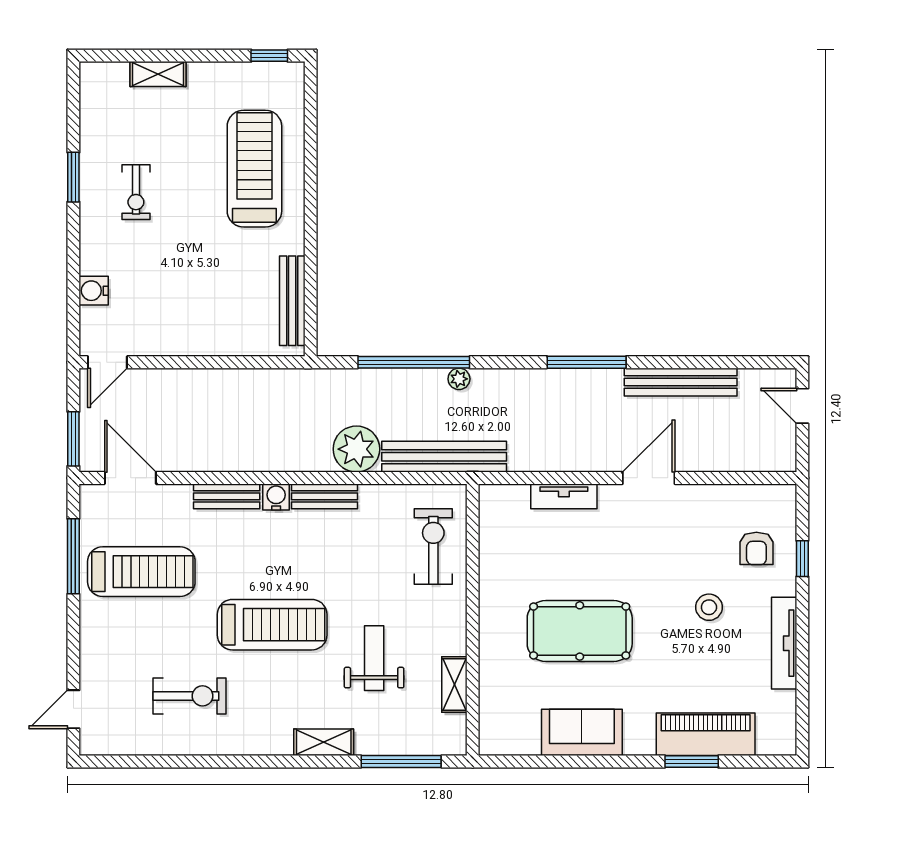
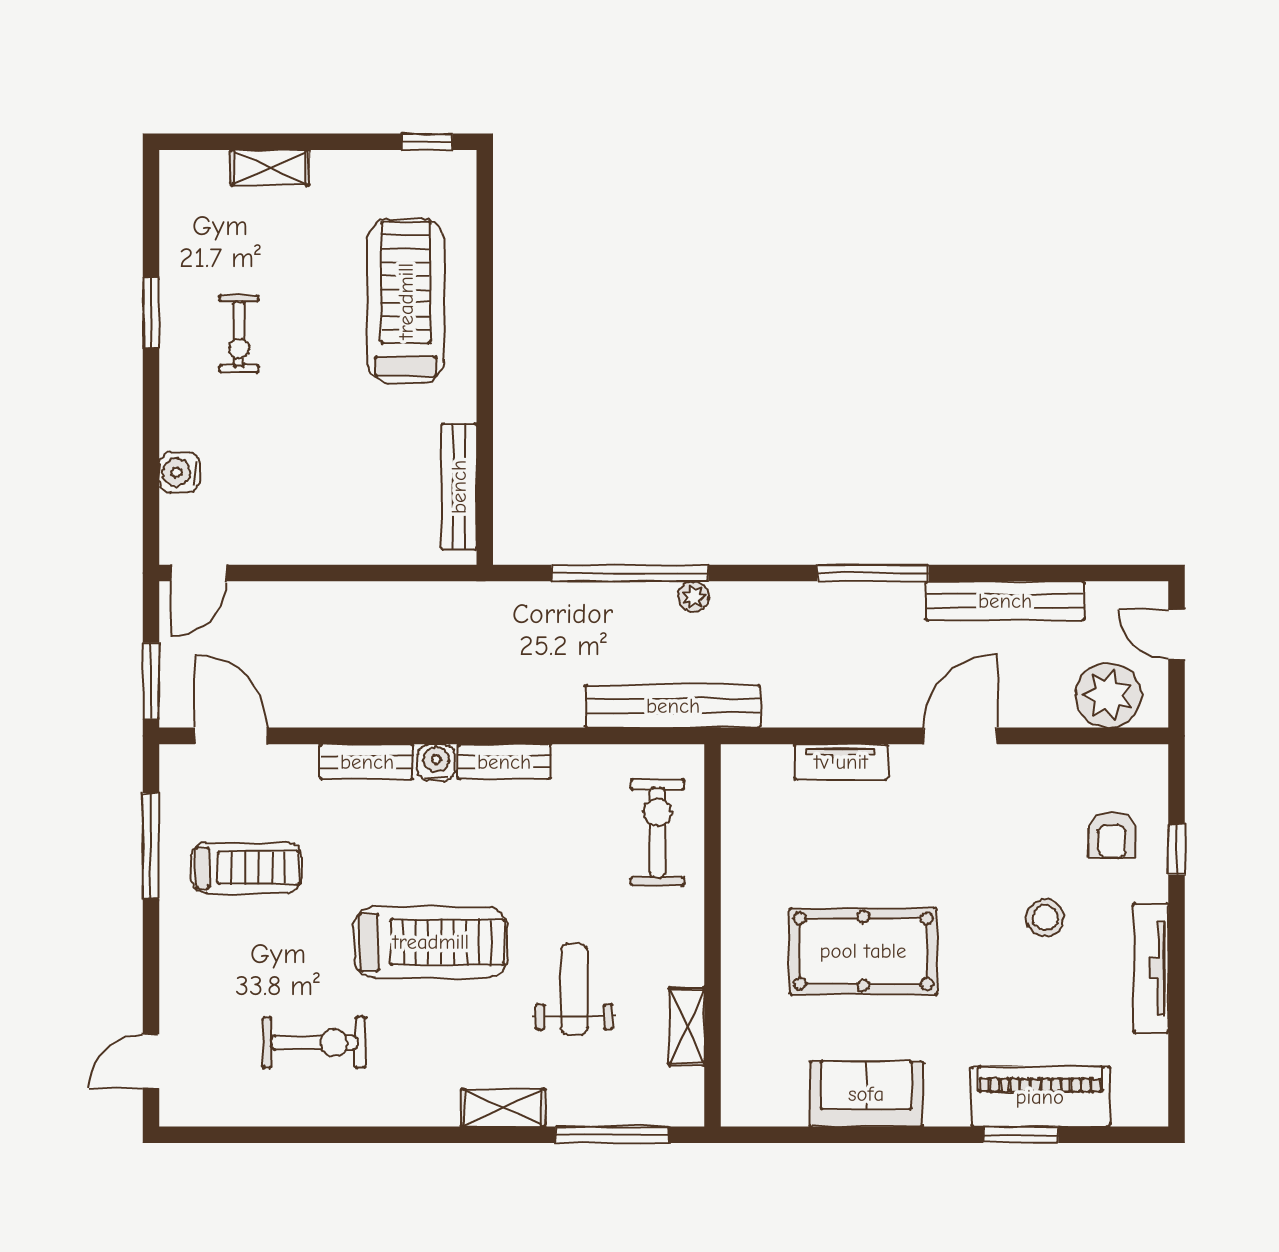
plant: (356, 449) -> (1108, 695), moved
treadmill: (141, 572) -> (247, 868), width x0.73, depth x0.73

